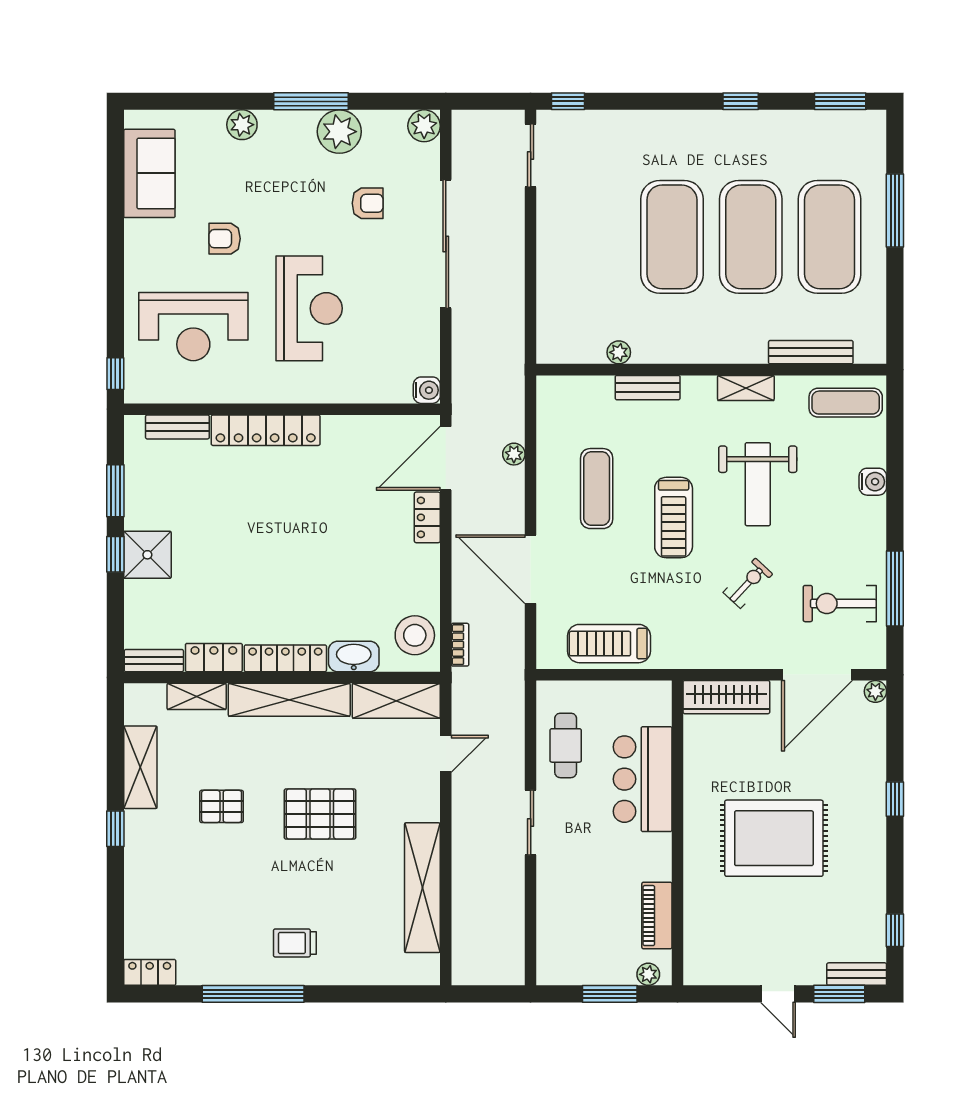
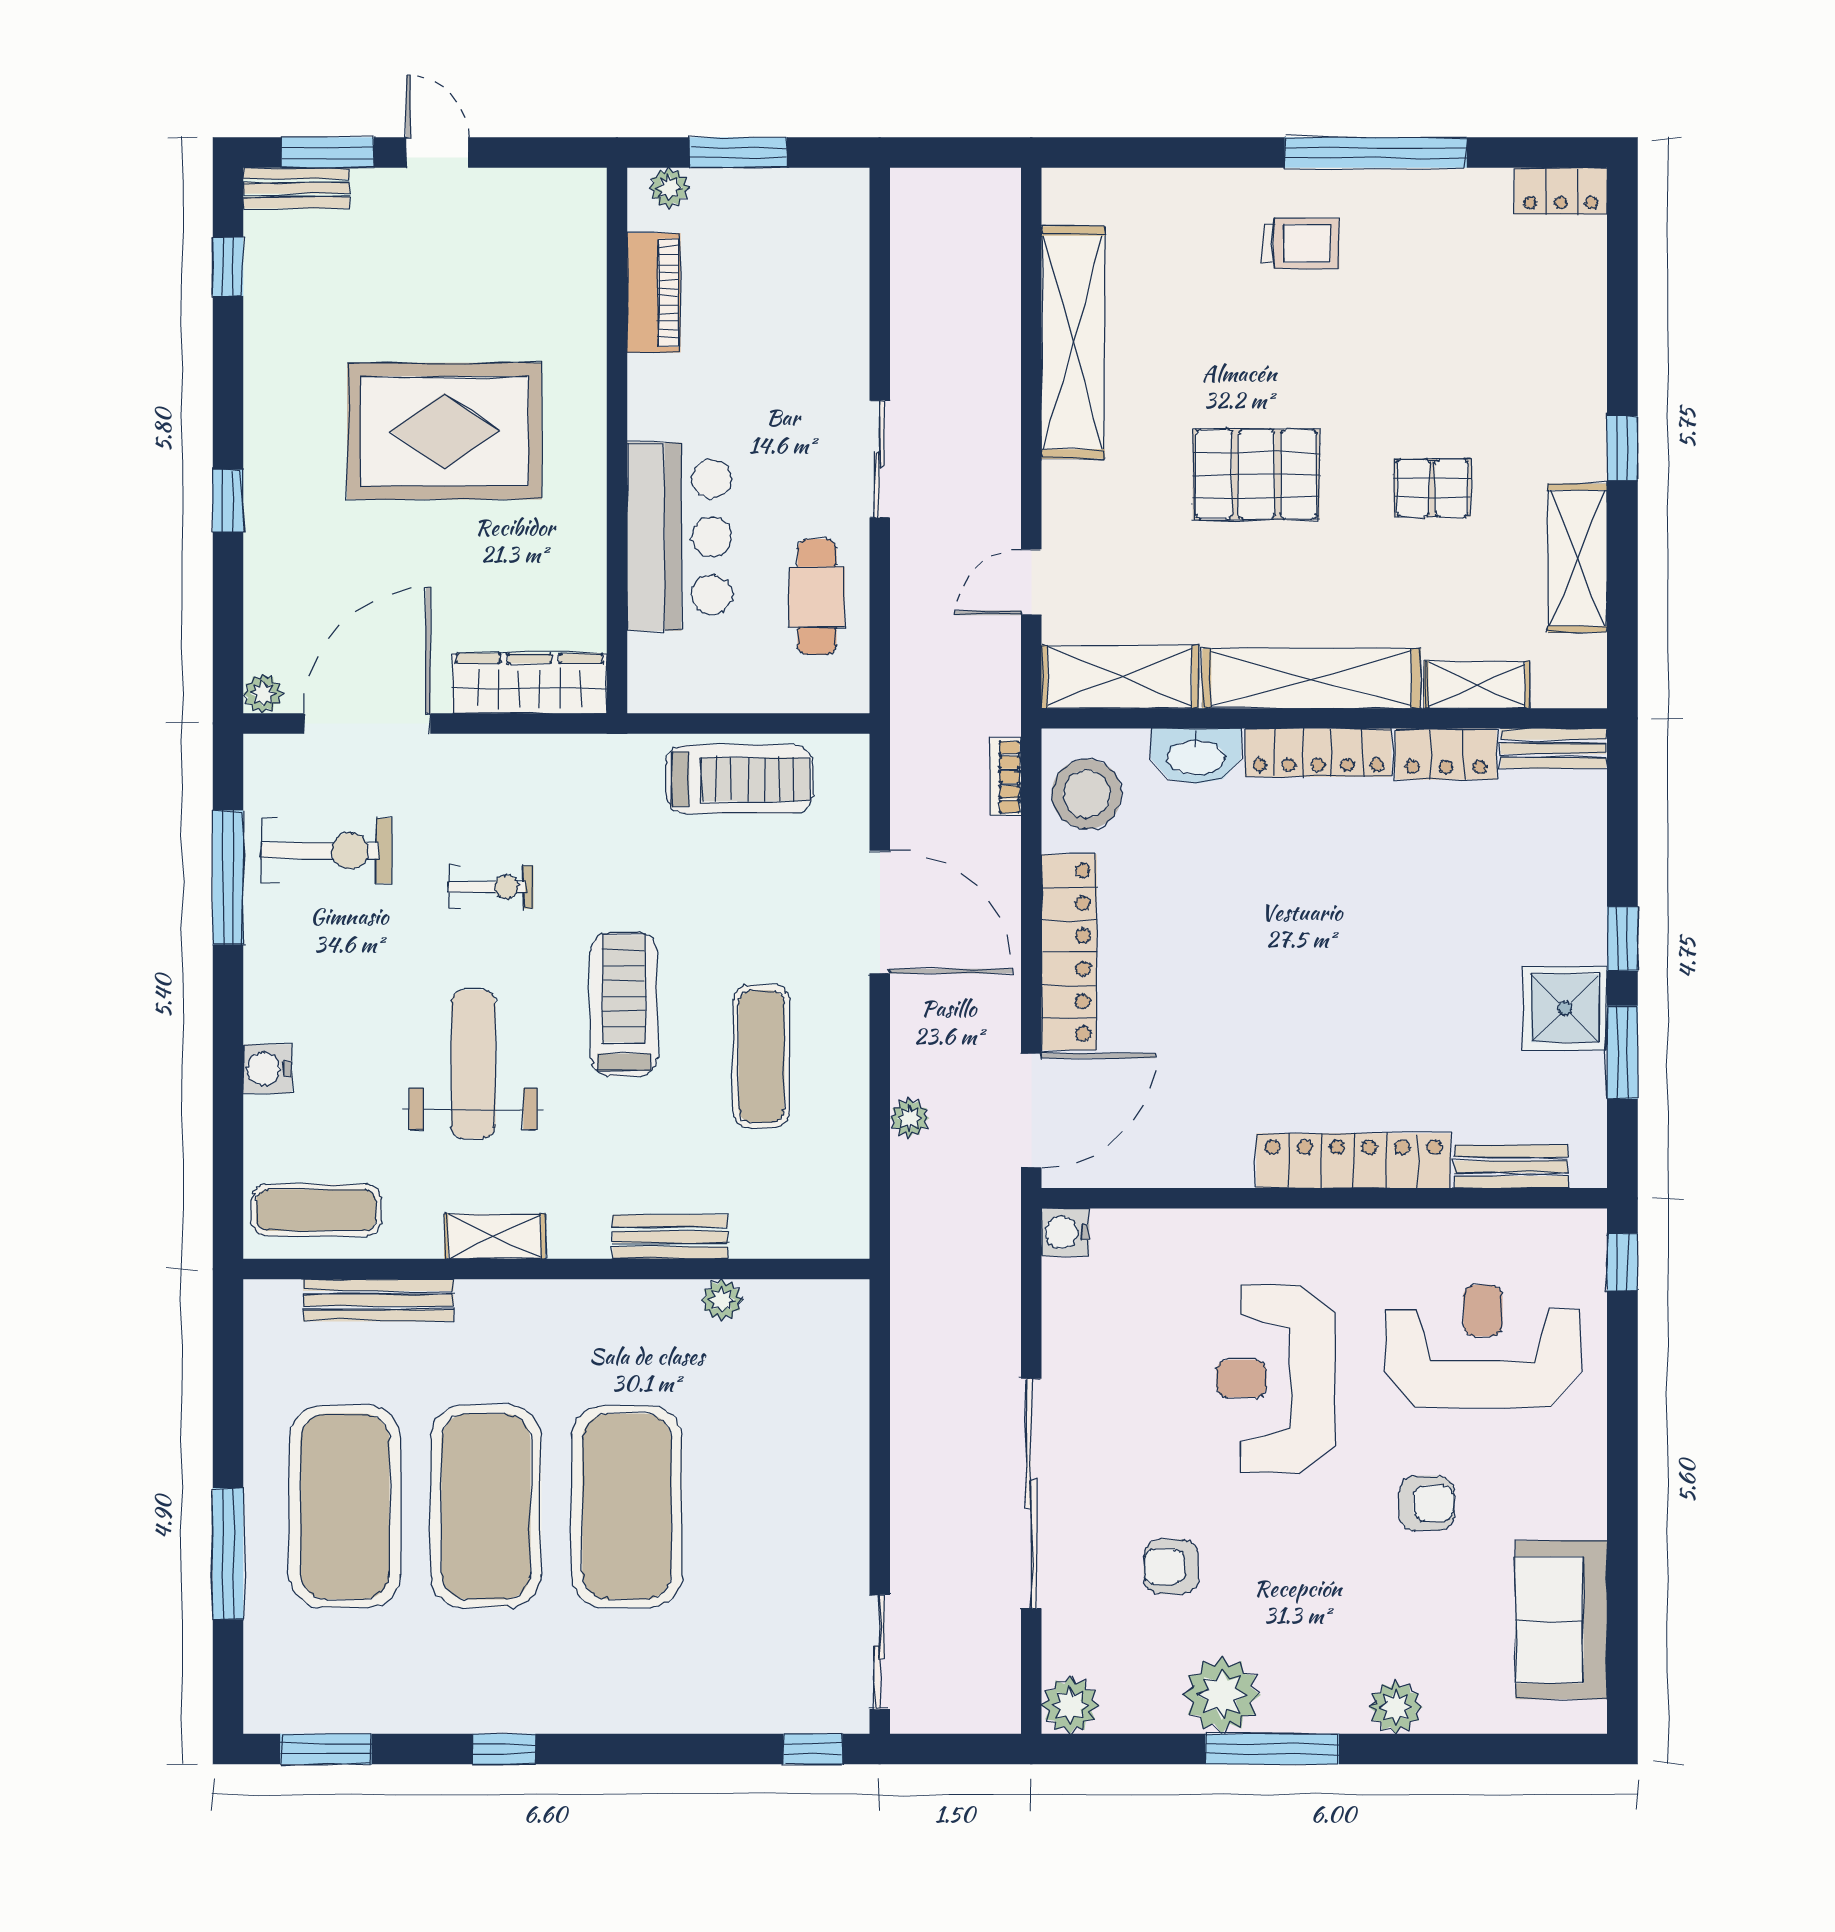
locker: (427, 517) -> (1069, 952), width x2.16, depth x1.21
shower: (147, 555) -> (1565, 1008), moved
exercise bike: (748, 583) -> (491, 887), turned -133

